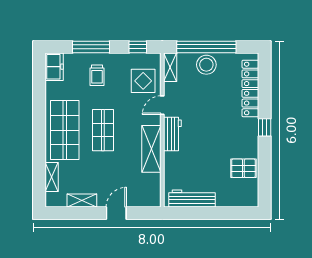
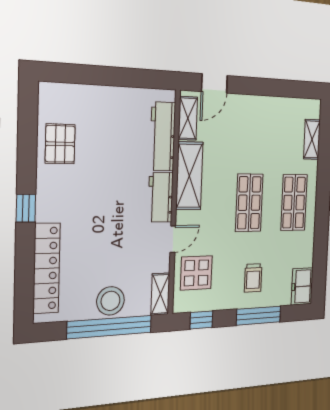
trolley: (97, 75) -> (253, 278), turned 180
shop shelf: (65, 130) -> (294, 203), width x0.70, depth x0.74
pallet: (243, 168) -> (60, 144), turned 90
workbench: (192, 198) -> (163, 137), moved, turned 90
shelving: (82, 201) -> (188, 118), moved, turned 90
door: (116, 213) -> (214, 83), moved

